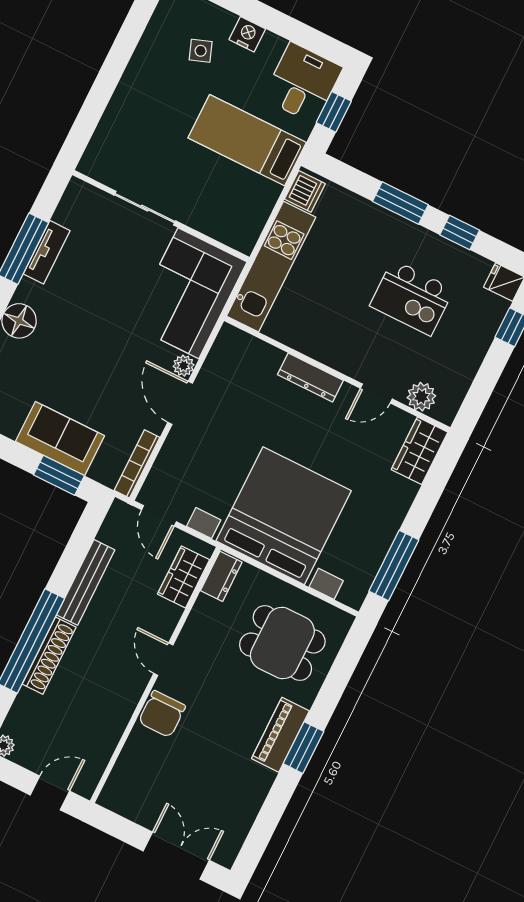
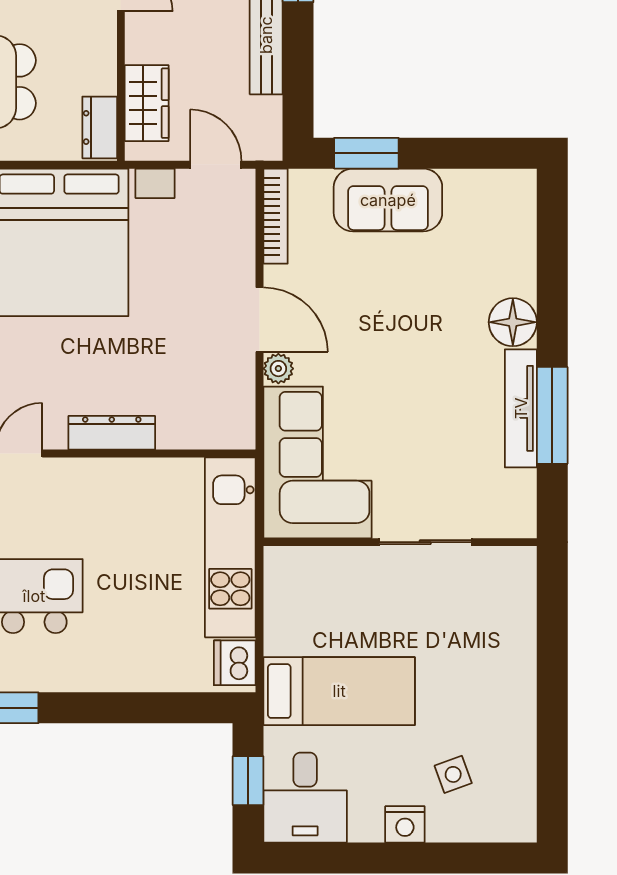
window: (400, 203) -> (108, 708), removed
tv unit: (47, 252) -> (521, 408), width x1.41

